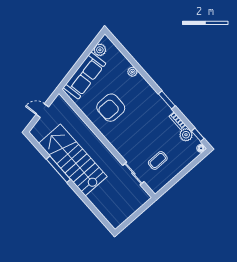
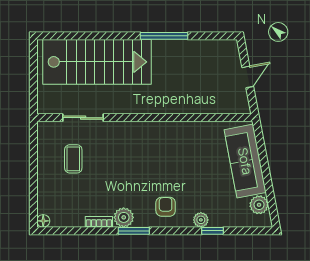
armchair: (111, 108) -> (166, 207), moved, width x0.53, depth x0.53
plant: (186, 135) -> (124, 217), moved
window: (198, 135) -> (213, 231), moved
stairs: (73, 160) -> (97, 62), moved

